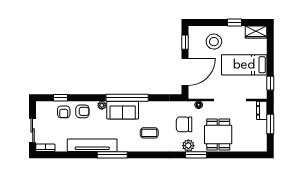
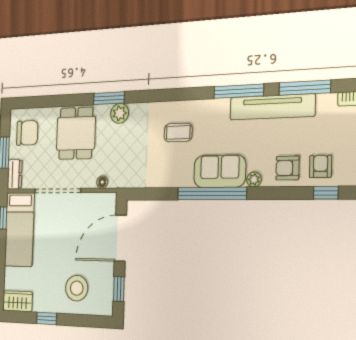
bed: (244, 65) -> (19, 230), moved, turned 90
chair: (184, 124) -> (27, 133), moved
window: (74, 155) -> (305, 88), added

